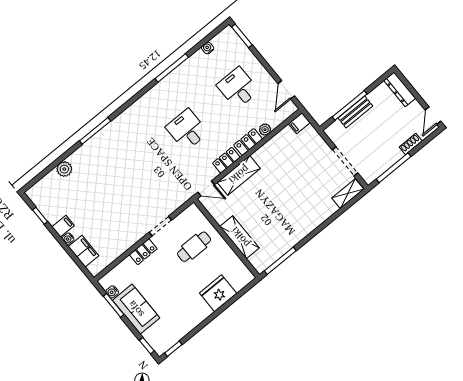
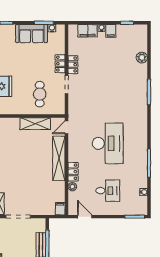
desk: (187, 130) -> (108, 143), width x1.87, depth x1.30
locker: (226, 160) -> (73, 65), moved
shelving: (239, 175) -> (59, 158), width x1.47
shelving: (240, 237) -> (35, 124), moved

